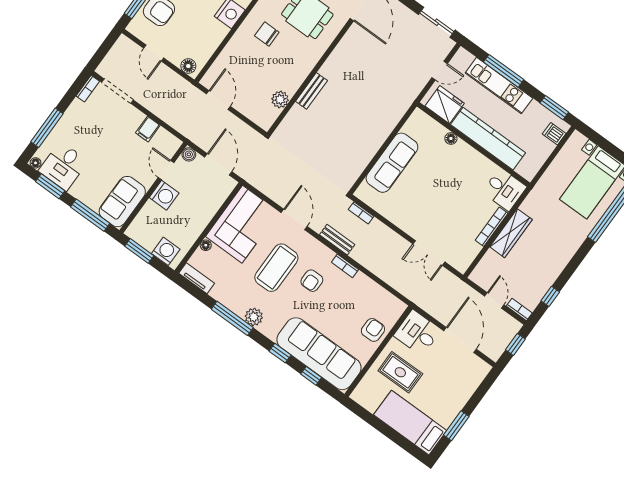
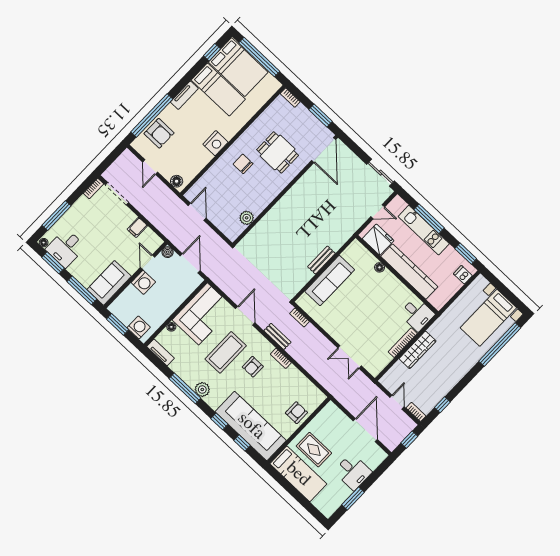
bench: (311, 91) -> (321, 260), moved
desk: (417, 333) -> (353, 472), moved, turned 180
bed: (410, 423) -> (298, 474), moved, turned 180

